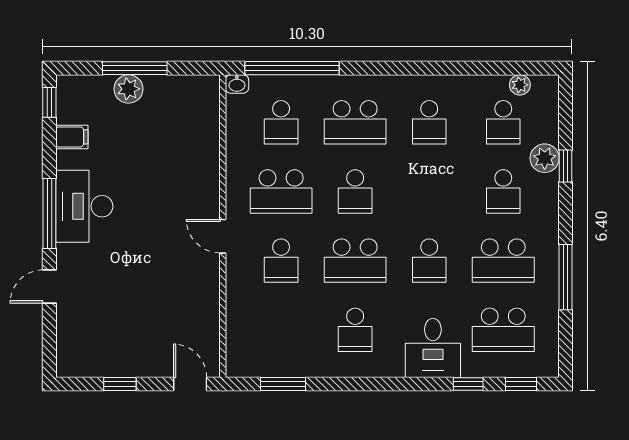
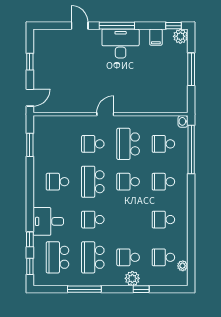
plant: (128, 89) -> (180, 36), moved
school desk: (355, 122) -> (163, 182), width x0.54
plant: (545, 158) -> (132, 278), moved

